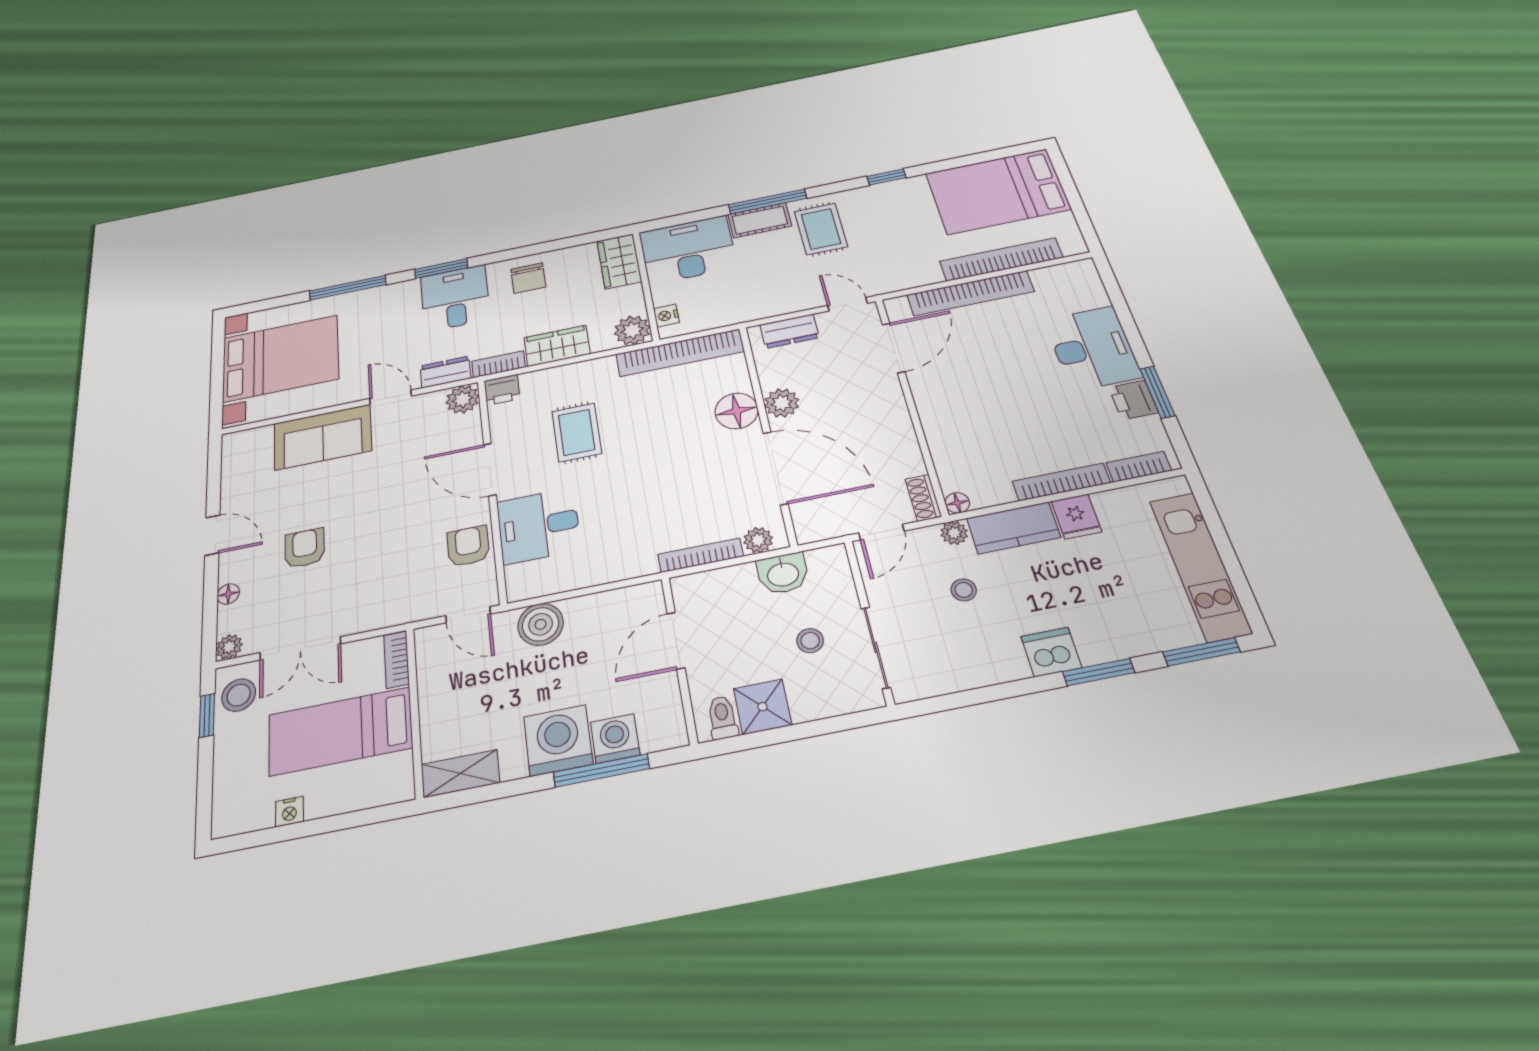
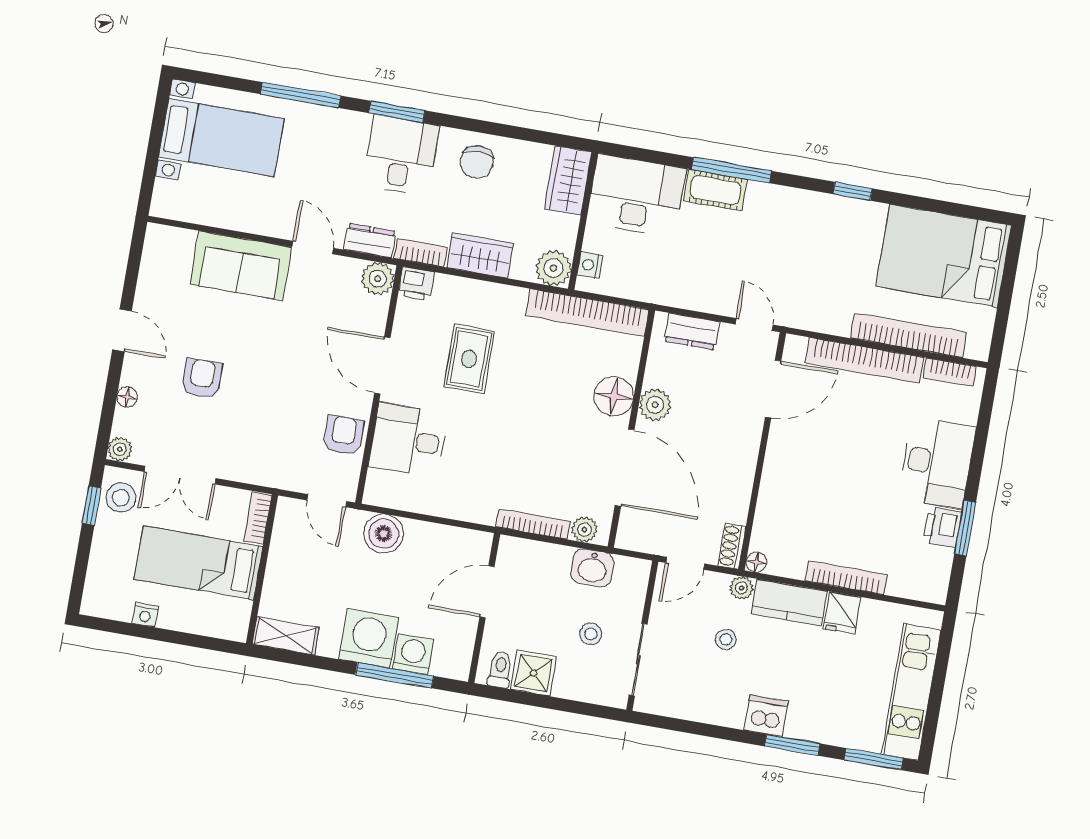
rug: (821, 229) -> (767, 227), removed
bed with nightstands: (281, 358) -> (221, 138), width x0.73
bookcase: (1139, 467) -> (950, 372), moved, turned 180

